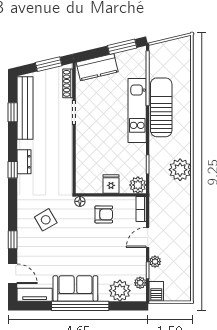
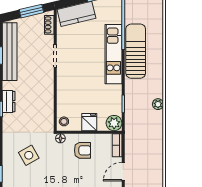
shoe rack: (68, 83) -> (49, 25), width x0.70
plant: (180, 170) -> (158, 104), width x0.53, depth x0.53
stool: (84, 183) -> (64, 121), added

